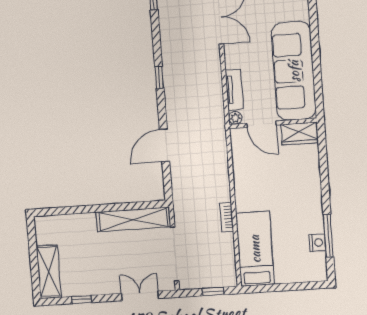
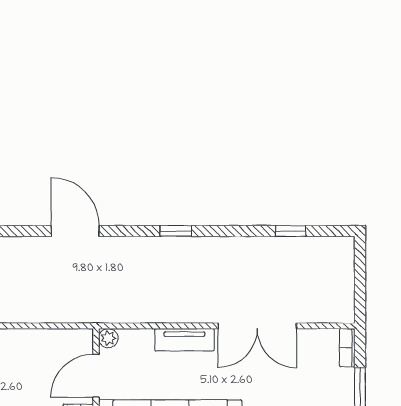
tv unit: (234, 90) -> (184, 340), moved

